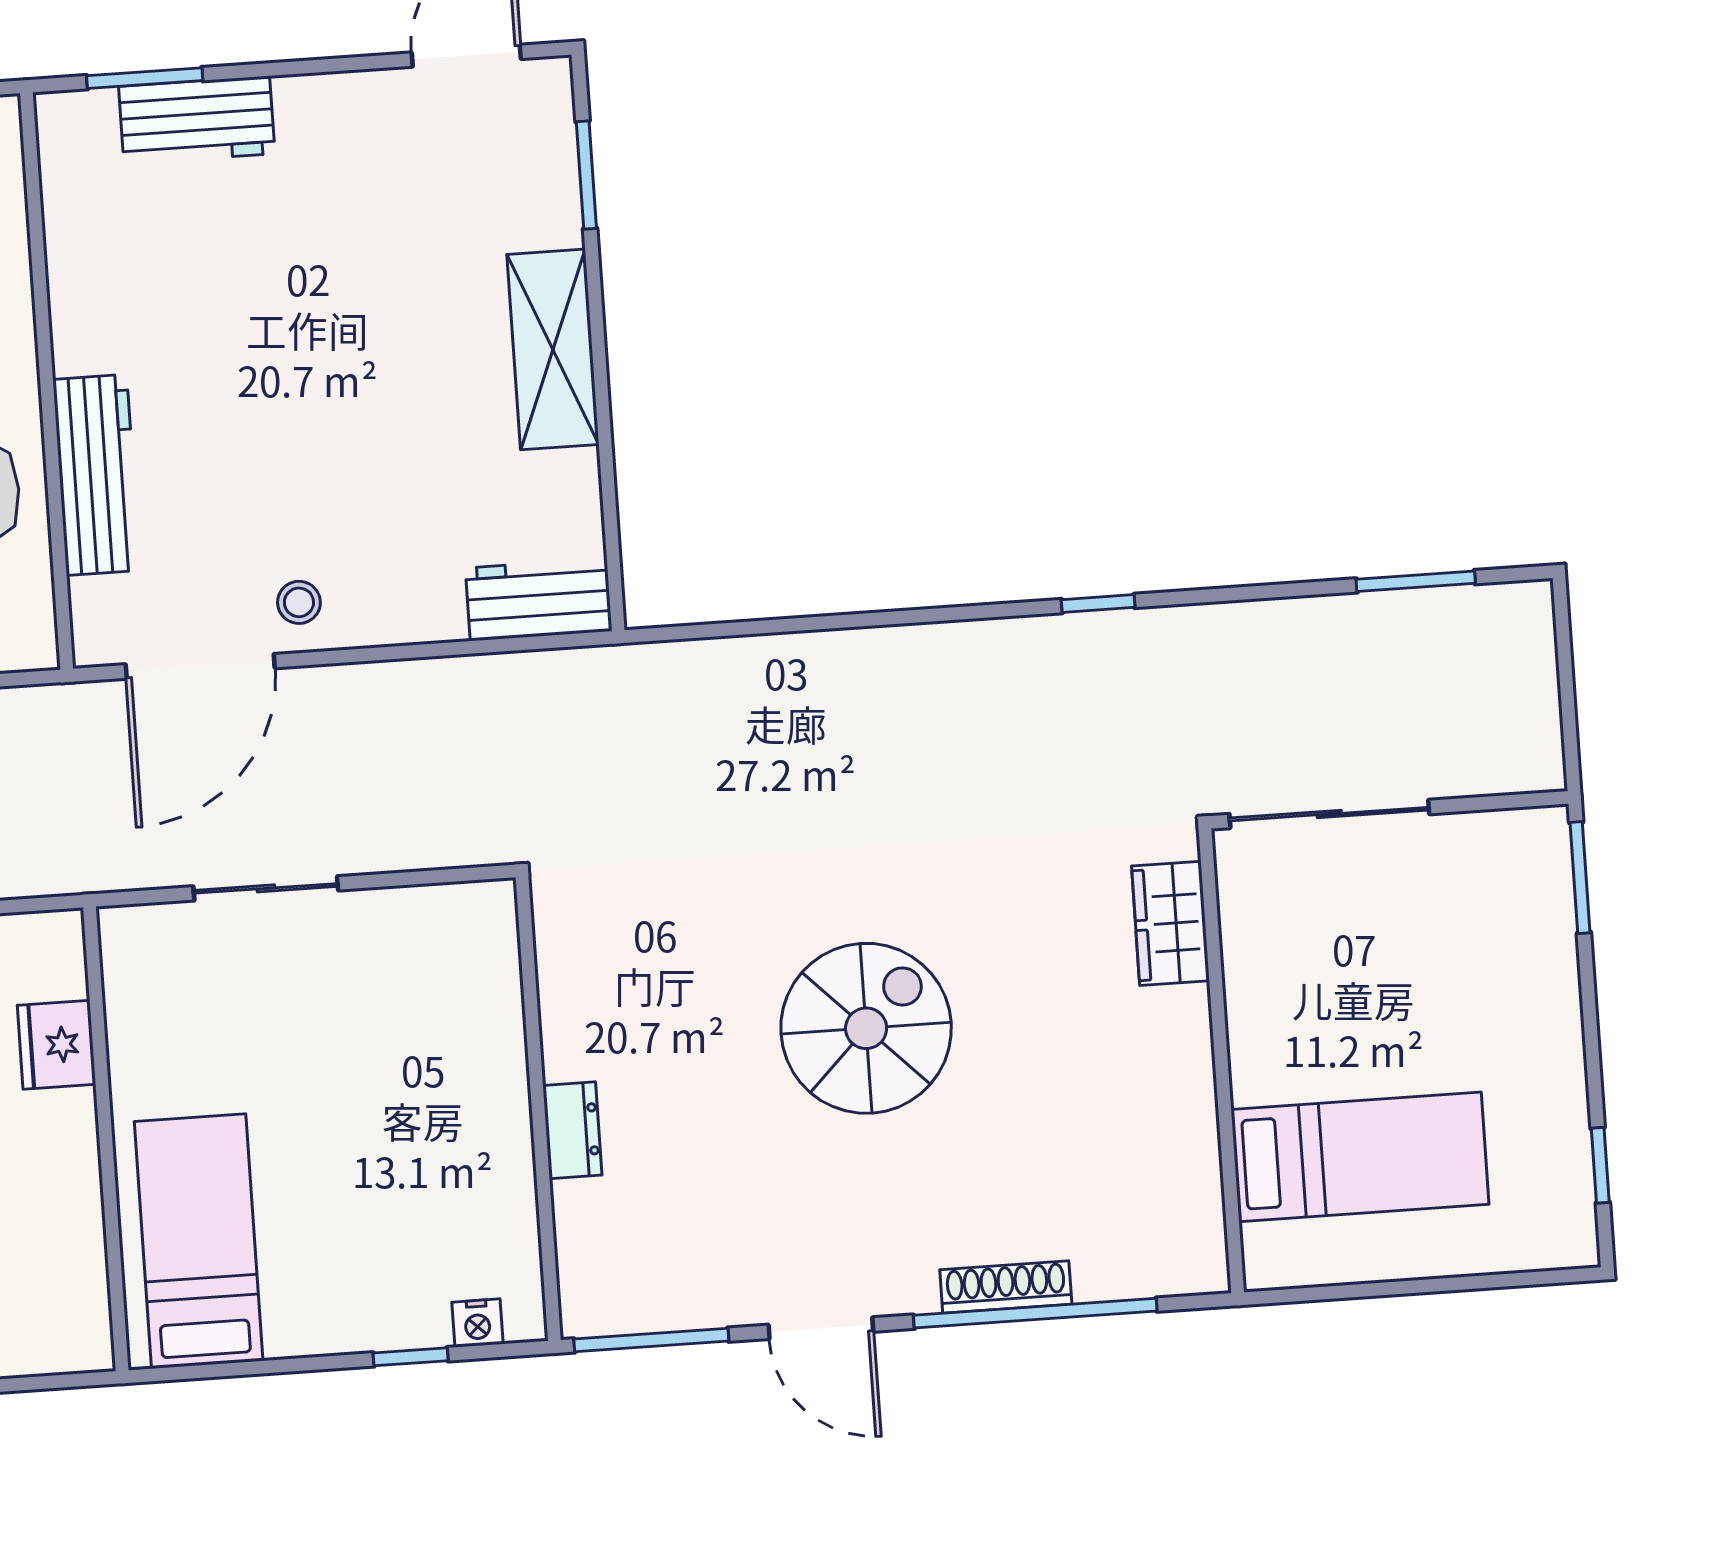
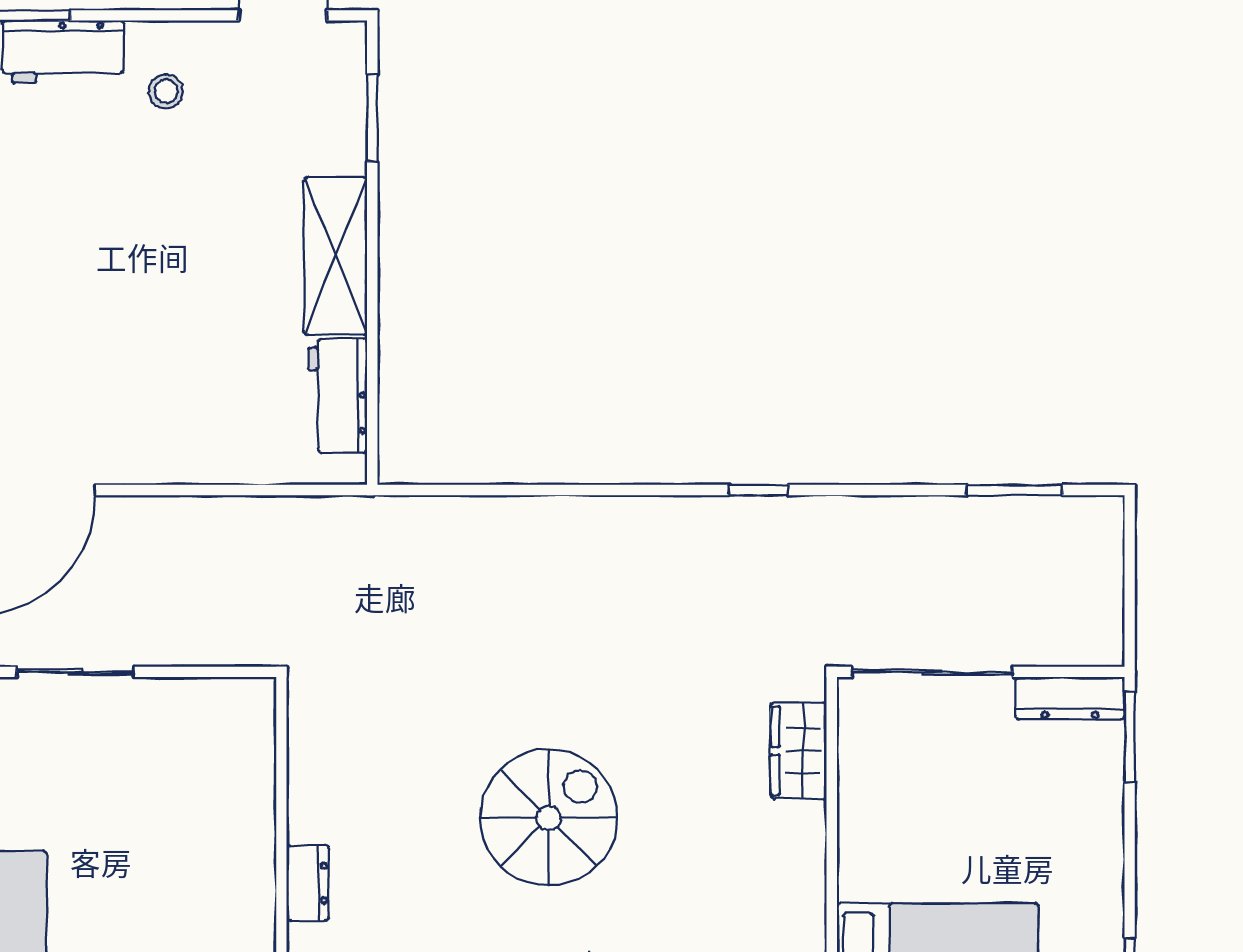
workbench: (539, 600) -> (338, 396), moved, turned -90
stool: (299, 602) -> (166, 91), moved
dresser: (1503, 835) -> (1070, 698), added

